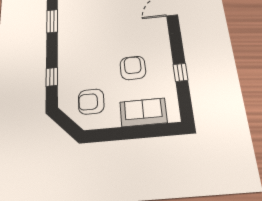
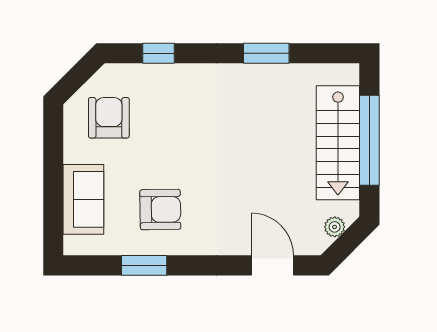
armchair: (133, 68) -> (160, 210), moved
window: (180, 72) -> (144, 265), width x1.50

